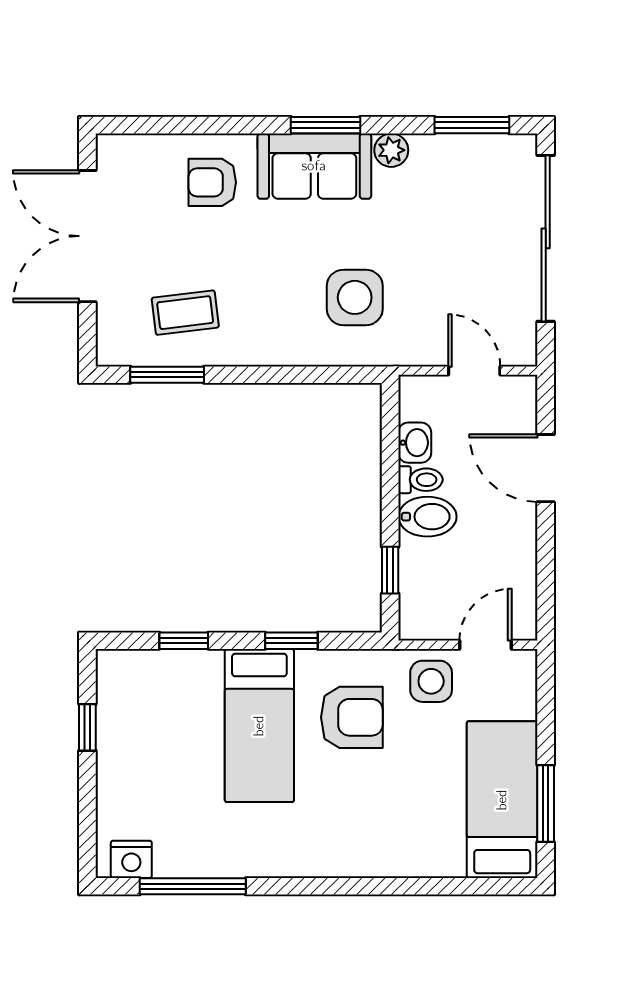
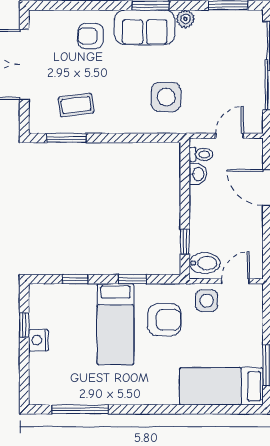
door: (474, 371) -> (230, 136), hinge flipped
toilet: (420, 480) -> (201, 154), moved
bidet: (427, 517) -> (205, 263), moved
bed: (502, 800) -> (221, 386), moved, turned -90
nightstand: (131, 859) -> (38, 340), moved, turned 90

